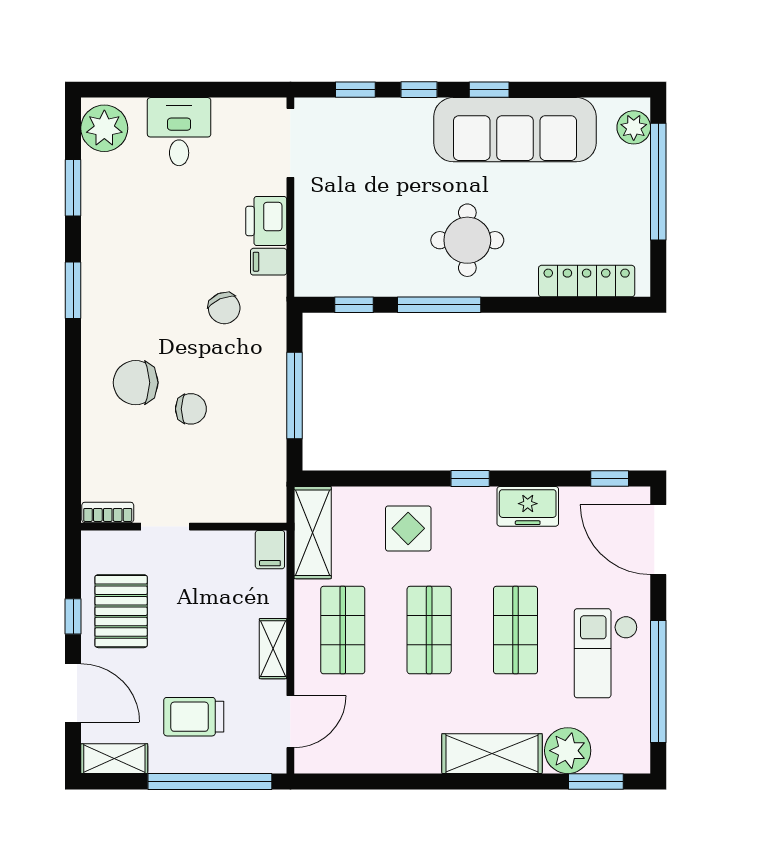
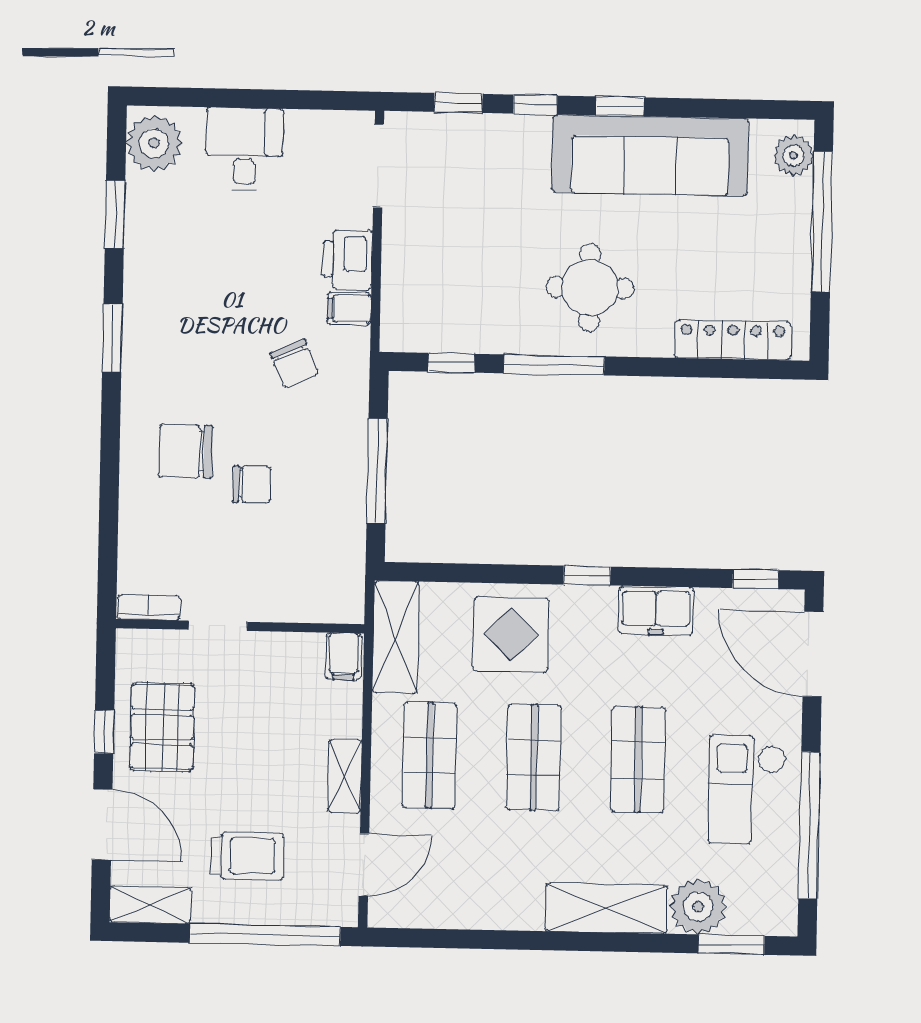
display table: (408, 528) -> (511, 634), width x1.36, depth x1.36
trolley: (194, 717) -> (247, 856), turned 180

